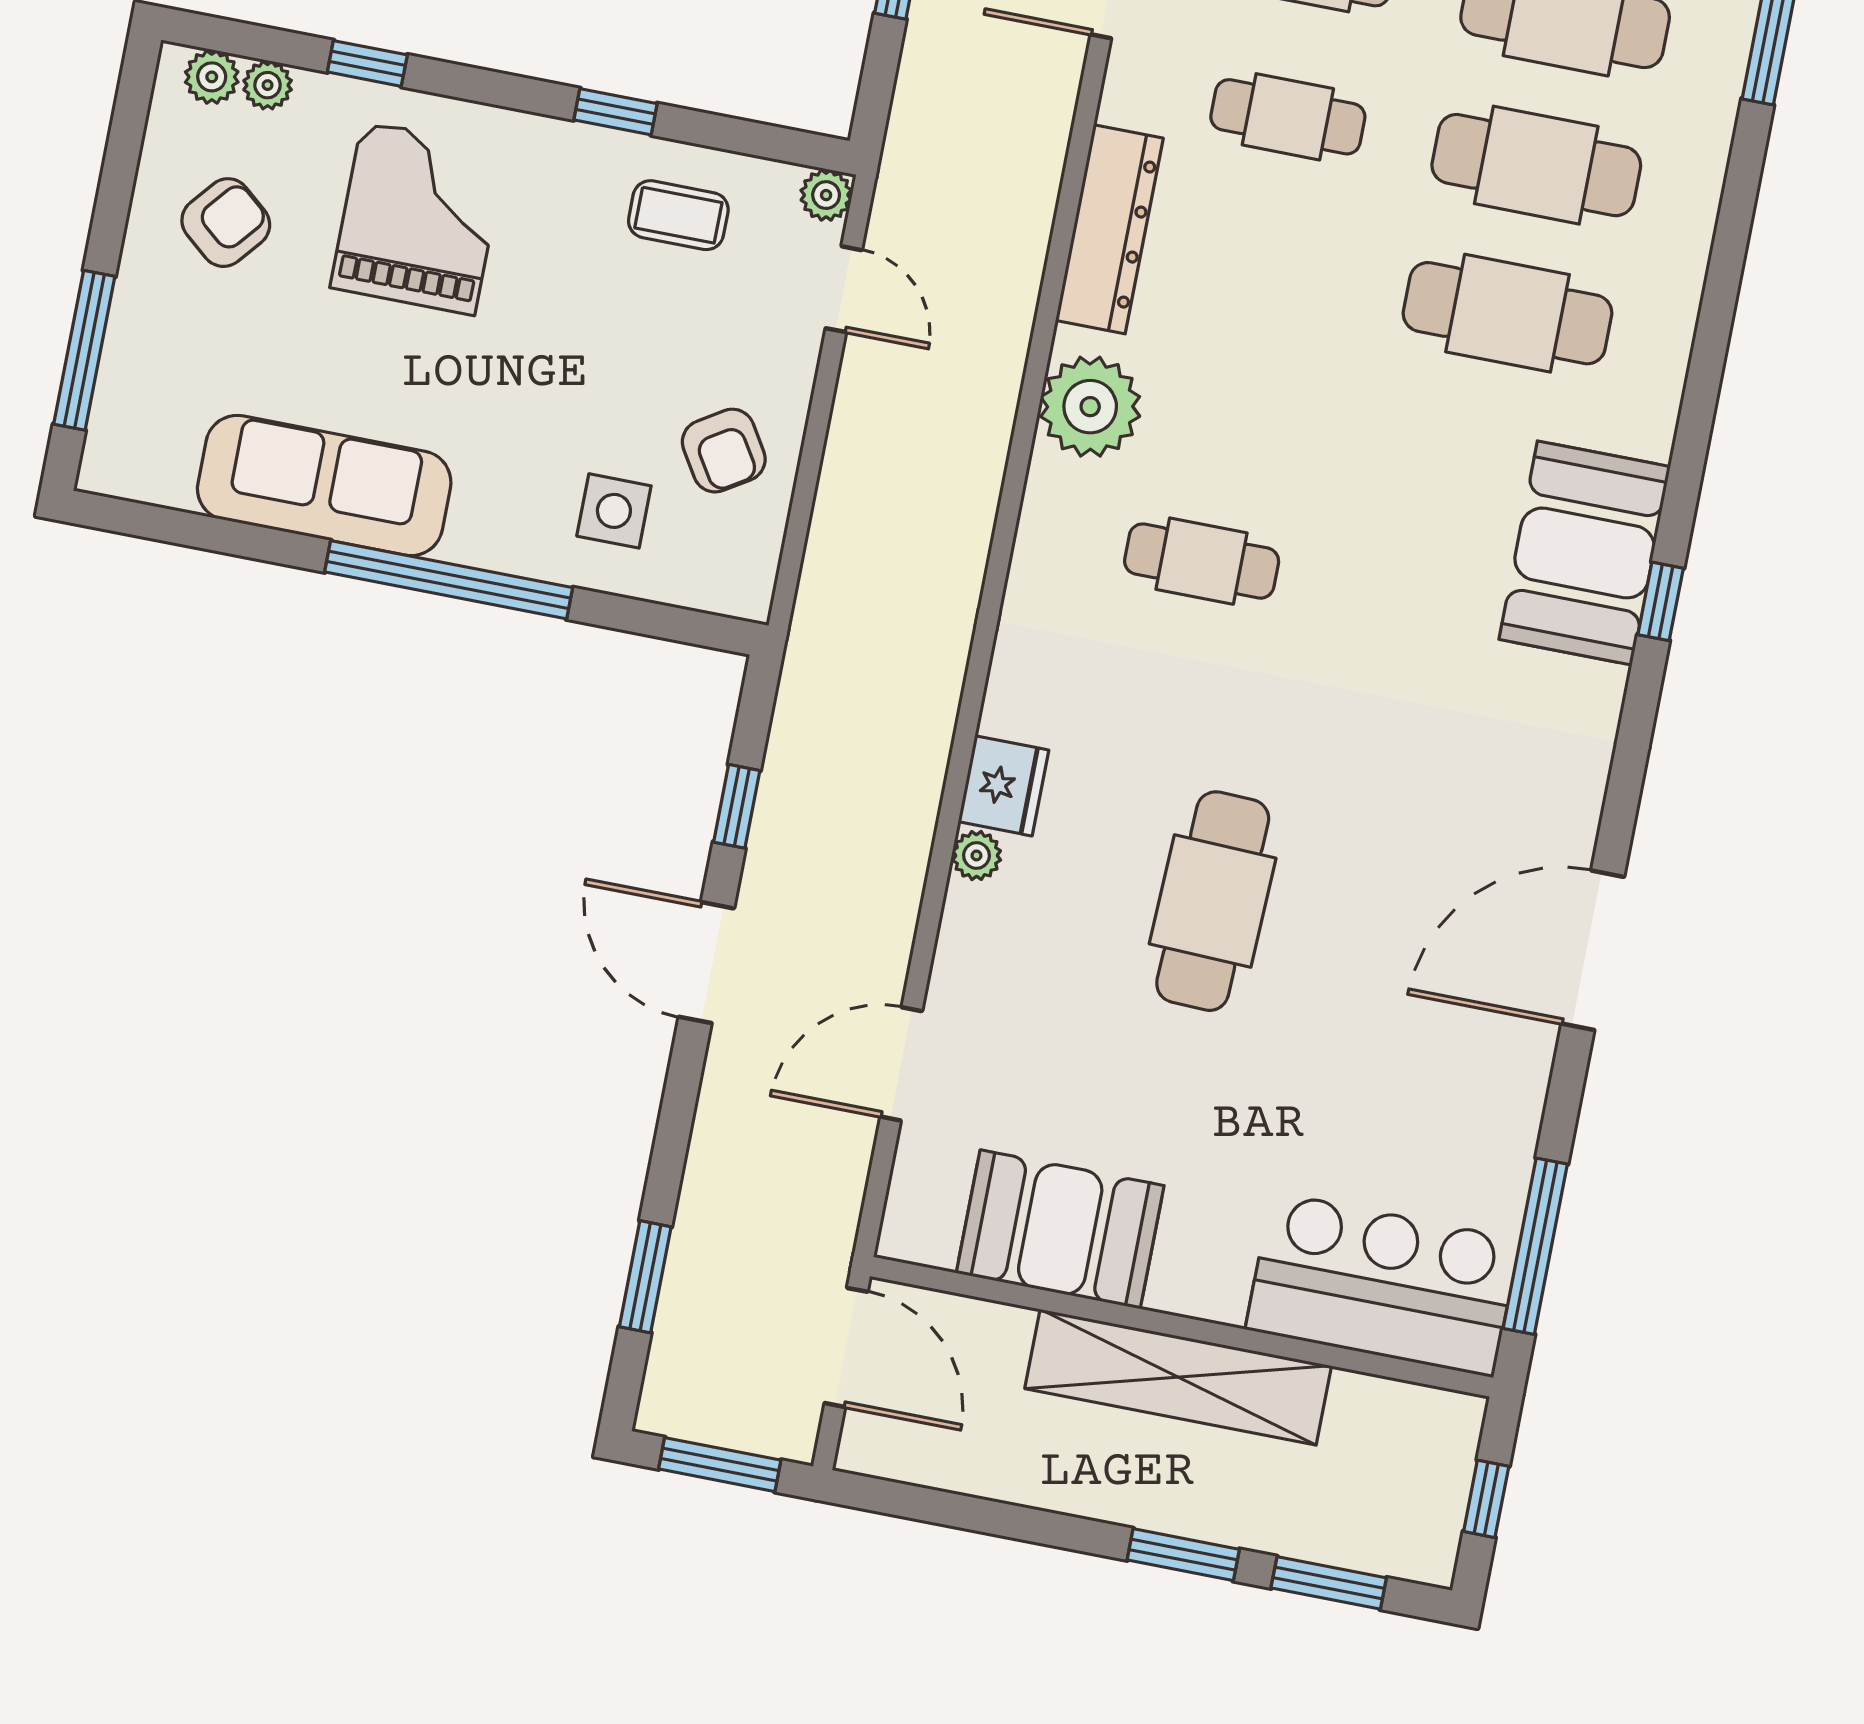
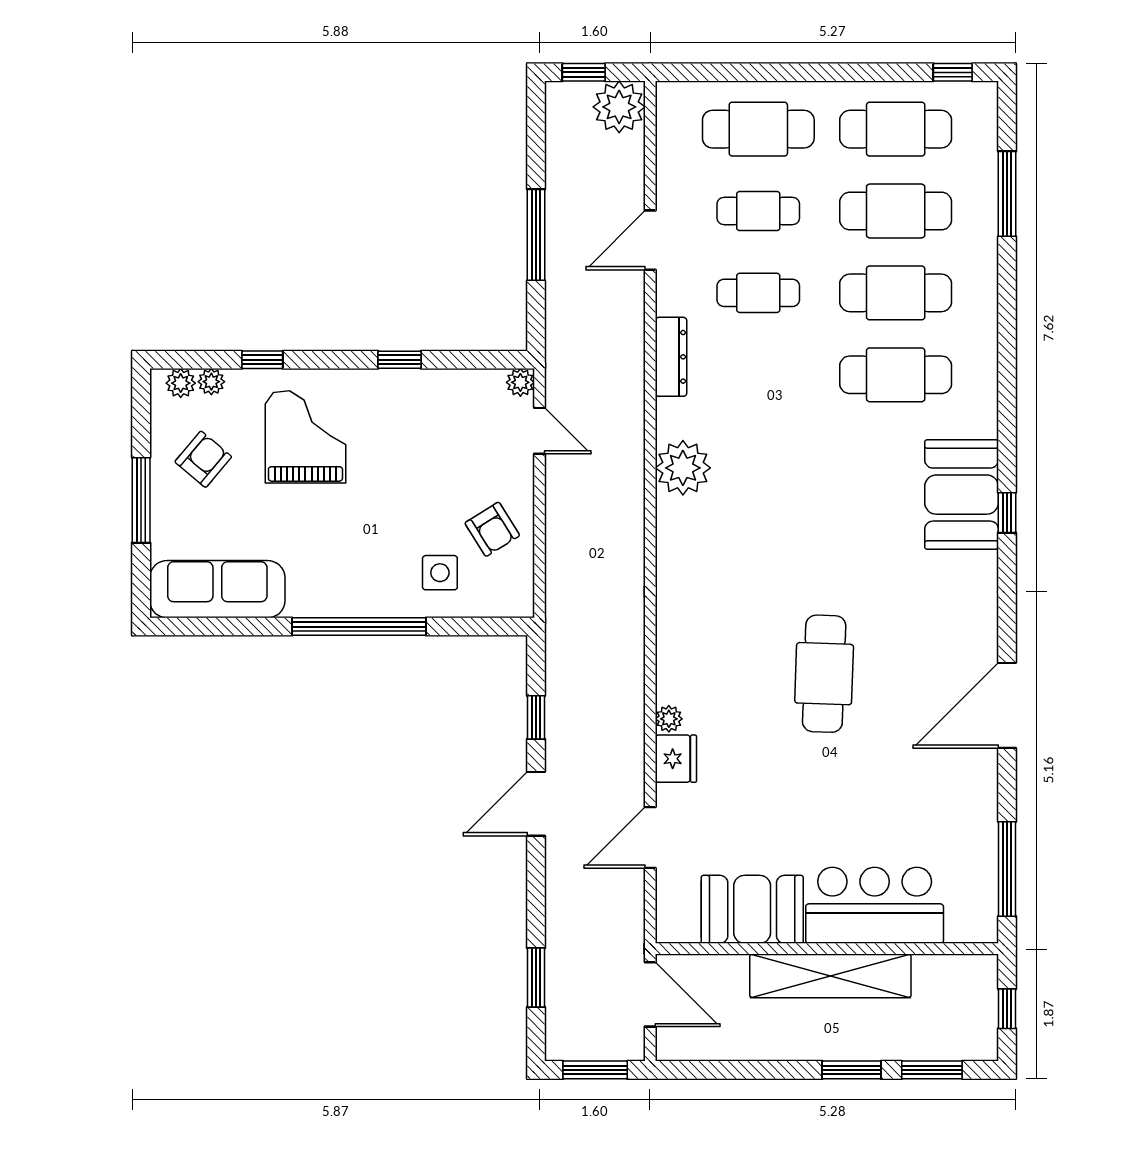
coffee table: (678, 215) -> (444, 408), removed
dresser: (1109, 229) -> (671, 357), width x0.73, depth x0.80
window: (84, 350) -> (141, 500), moved
sofa: (324, 485) -> (217, 589), moved
cafe table: (1202, 561) -> (758, 539), removed
fridge: (1003, 786) -> (676, 759), moved
cafe table: (1213, 901) -> (824, 674), moved
door: (706, 963) -> (536, 804), hinge flipped
bar counter: (1383, 1284) -> (875, 905), moved

